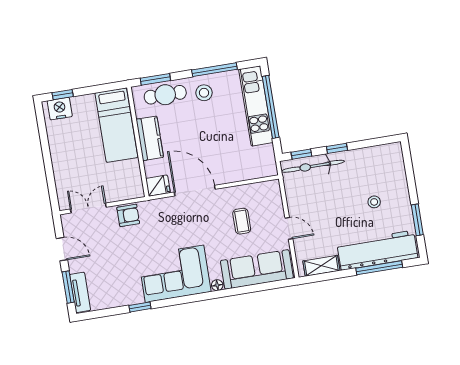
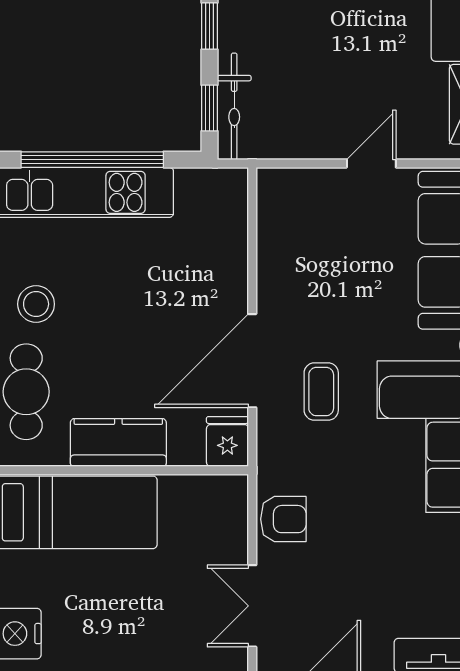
bicycle: (313, 166) -> (234, 106), width x0.73, depth x0.71
armchair: (128, 215) -> (283, 519), turned 90
coffee table: (242, 221) -> (321, 392), moved, turned 90

